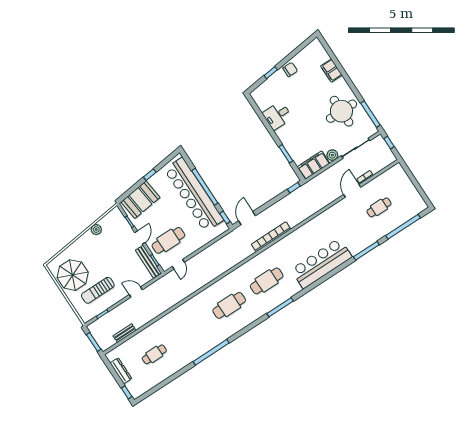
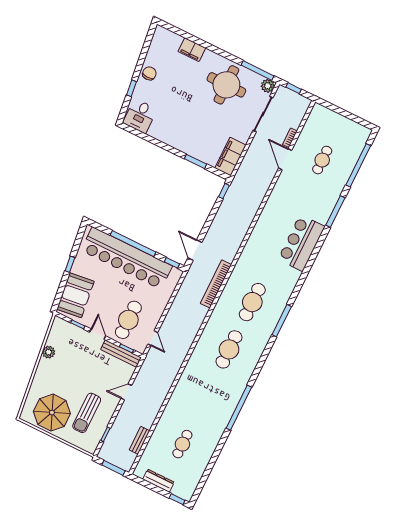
desk: (277, 116) -> (140, 116), moved
plant: (332, 155) -> (268, 86), moved
bookcase: (271, 237) -> (216, 284), moved
bar counter: (321, 263) -> (301, 243), width x0.73

